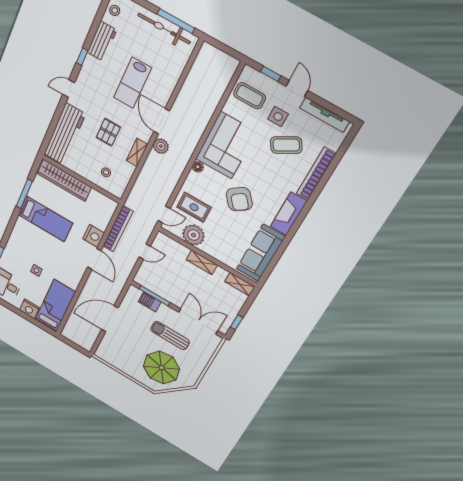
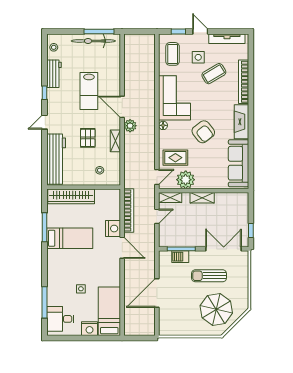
coffee table: (250, 96) -> (173, 54), turned 90
shelving: (240, 284) -> (170, 197), moved

